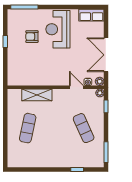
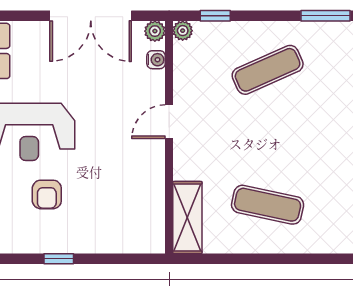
door: (76, 87) -> (169, 122), moved
shelving: (37, 95) -> (187, 218), moved

